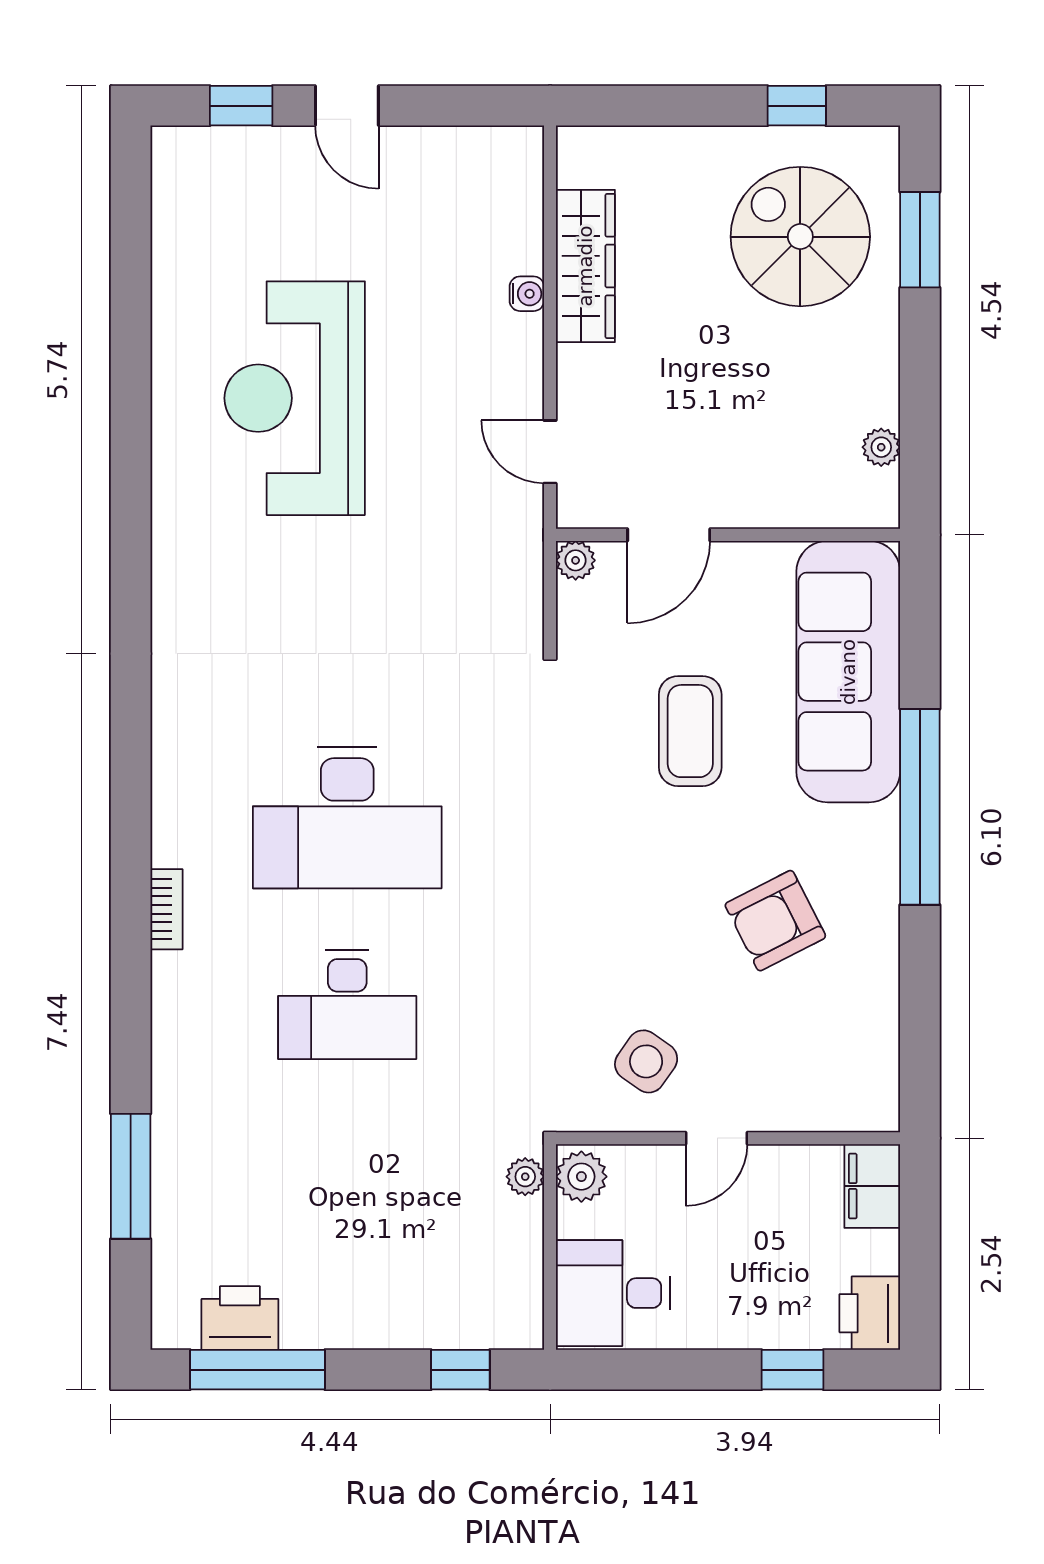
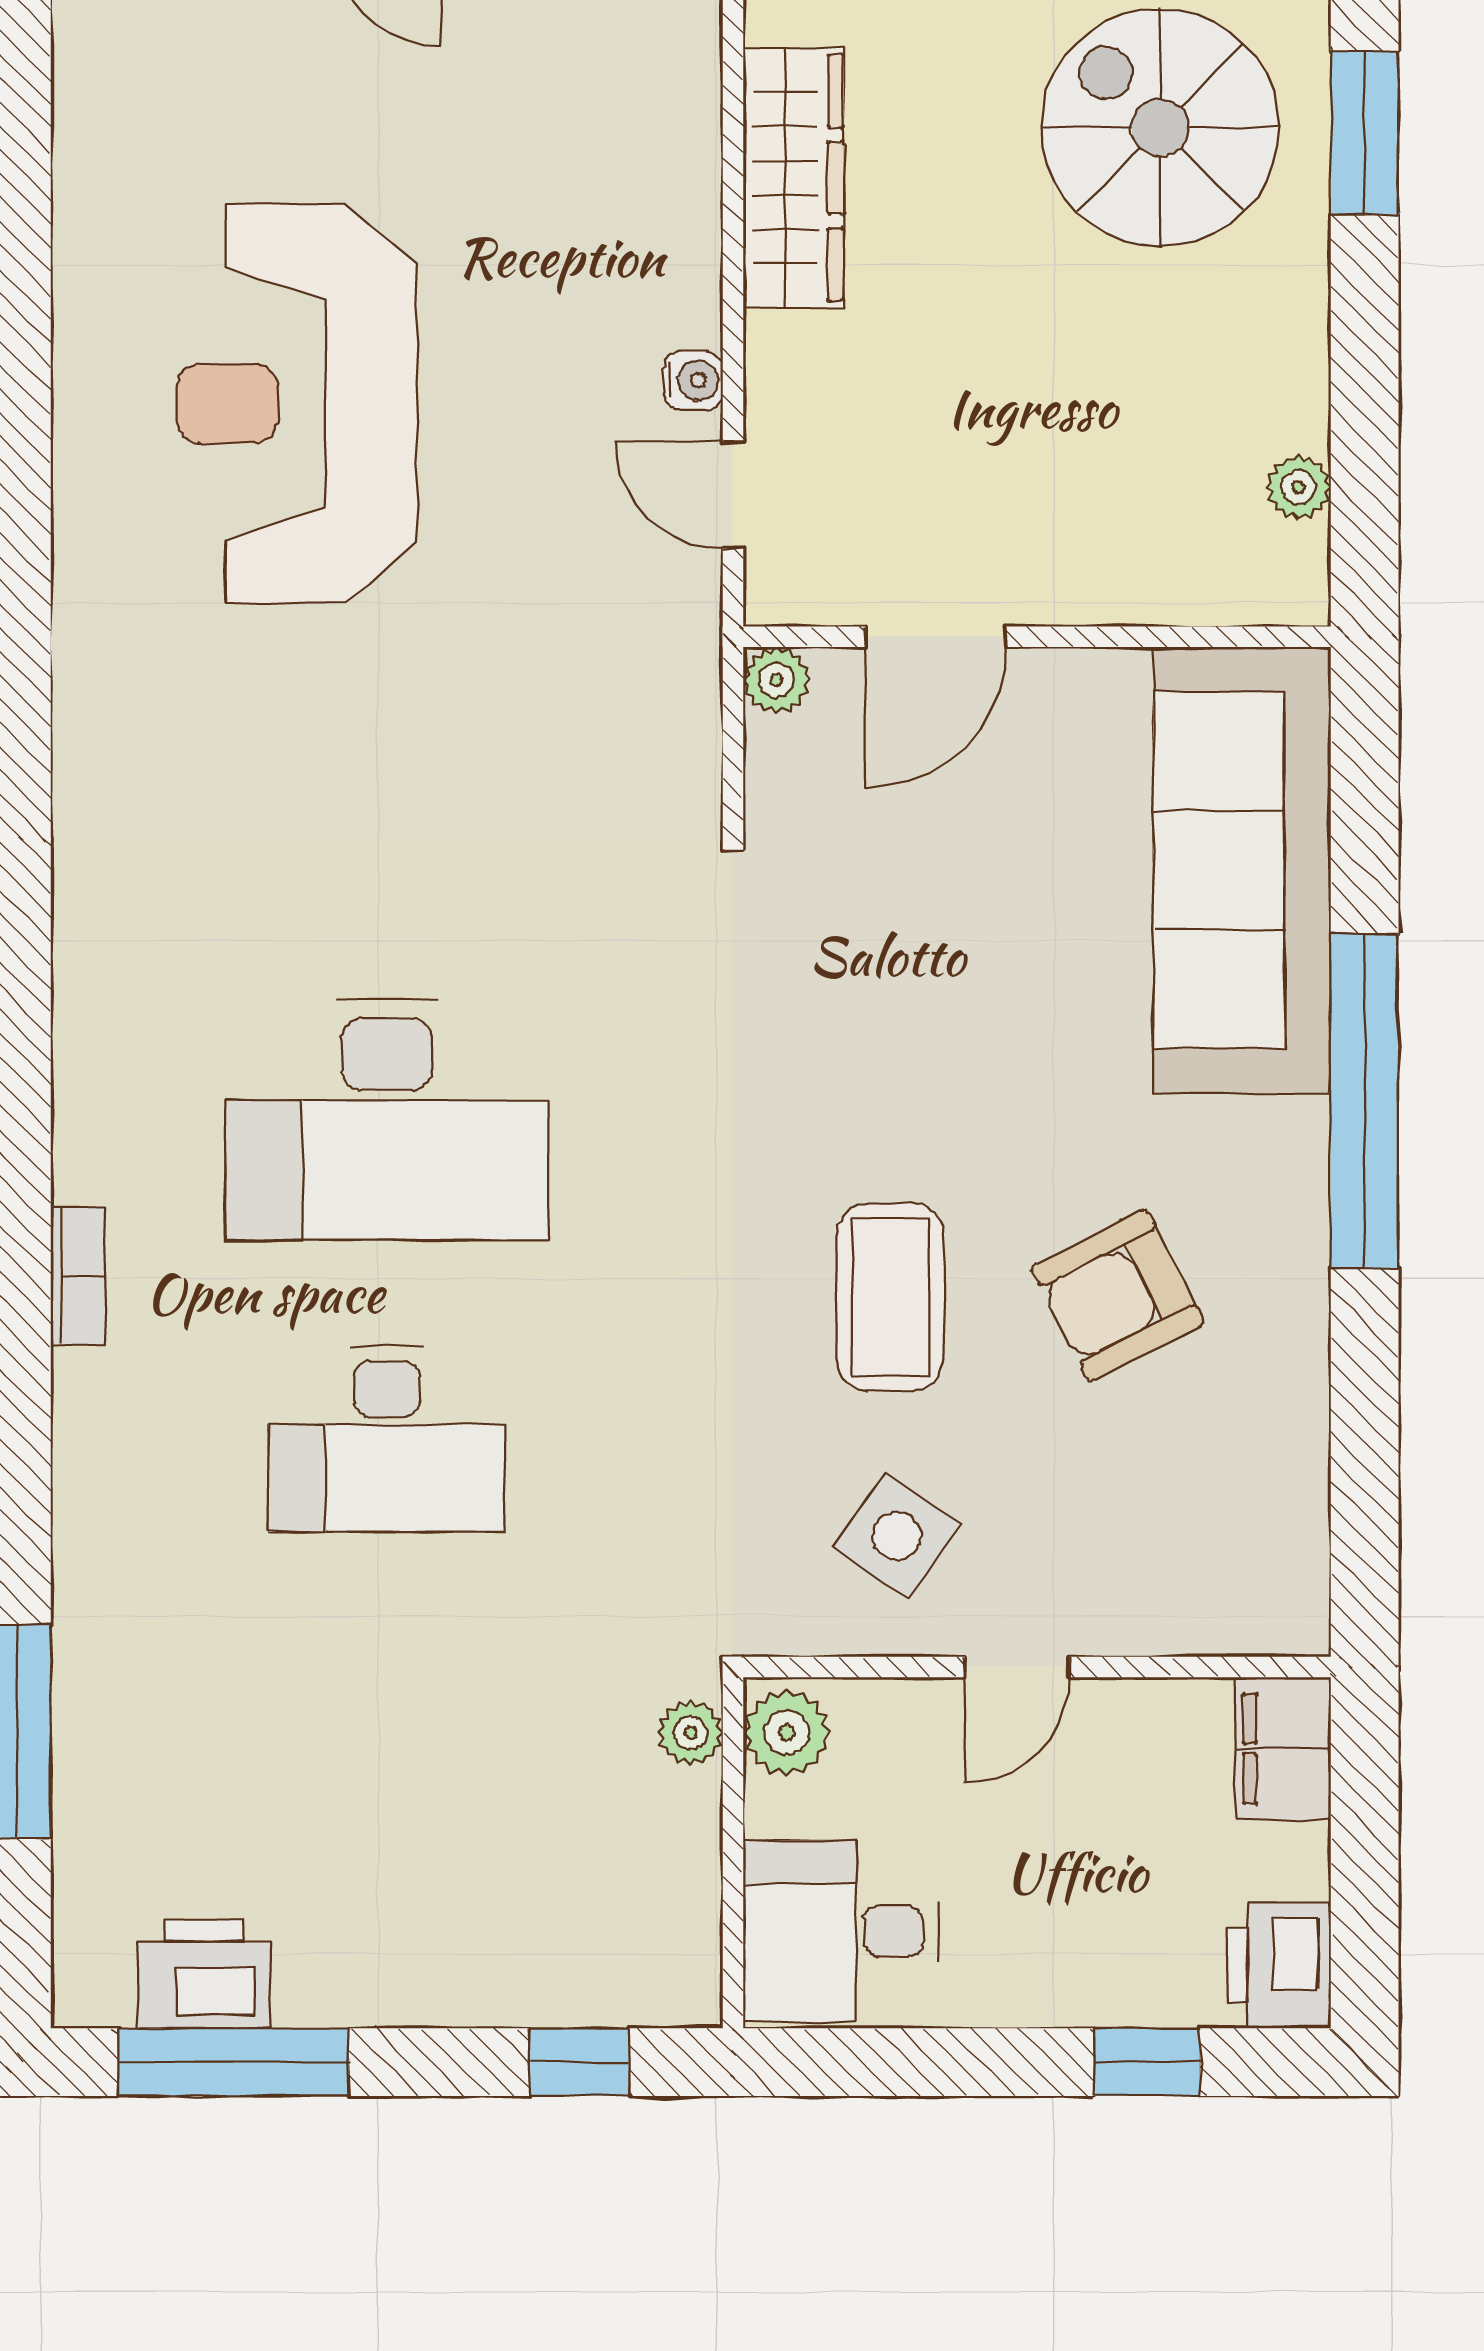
water cooler: (527, 294) -> (693, 380), moved
coffee table: (690, 731) -> (890, 1297), moved

